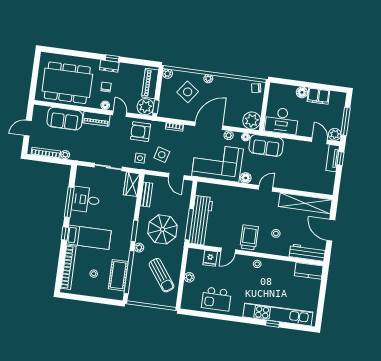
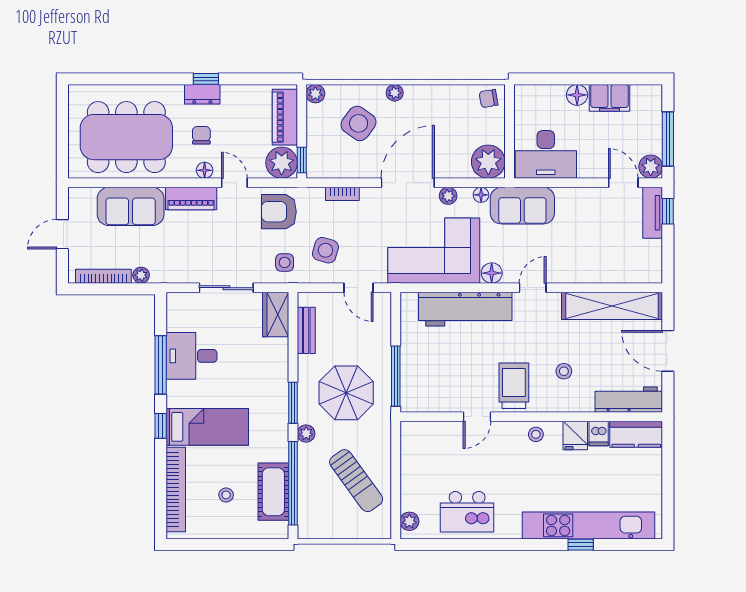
workbench: (201, 220) -> (465, 309), moved, turned 90
fridge: (210, 258) -> (575, 435), moved
dishwasher: (289, 268) -> (599, 433), added
plant: (189, 277) -> (409, 521), moved

